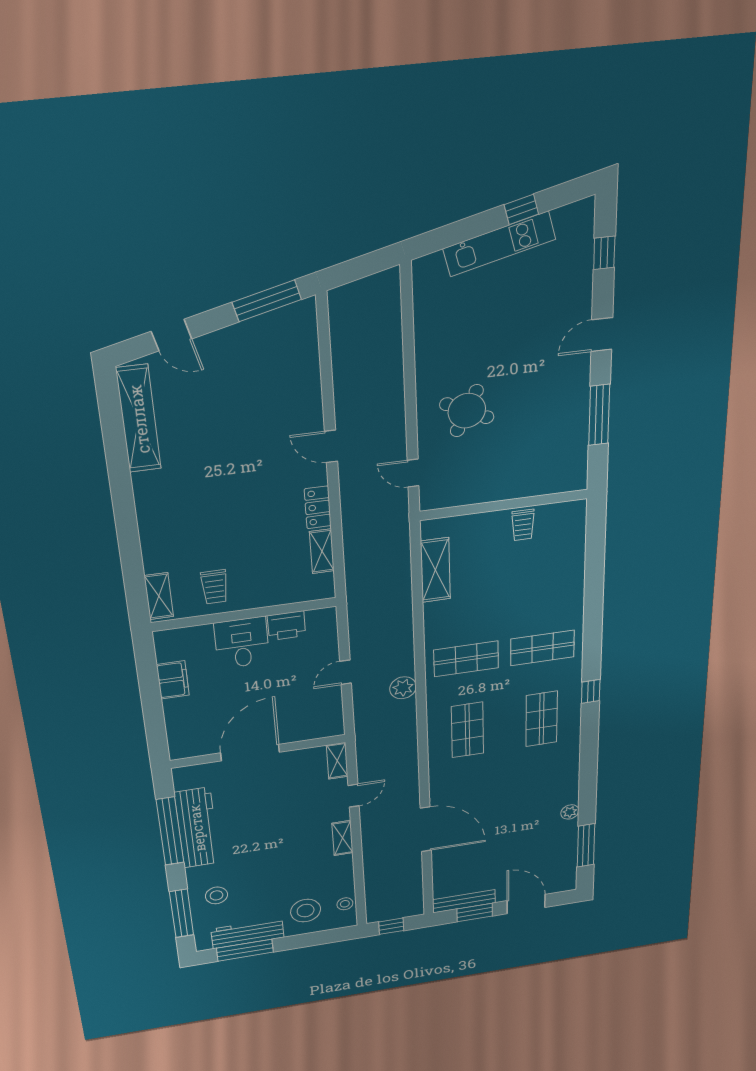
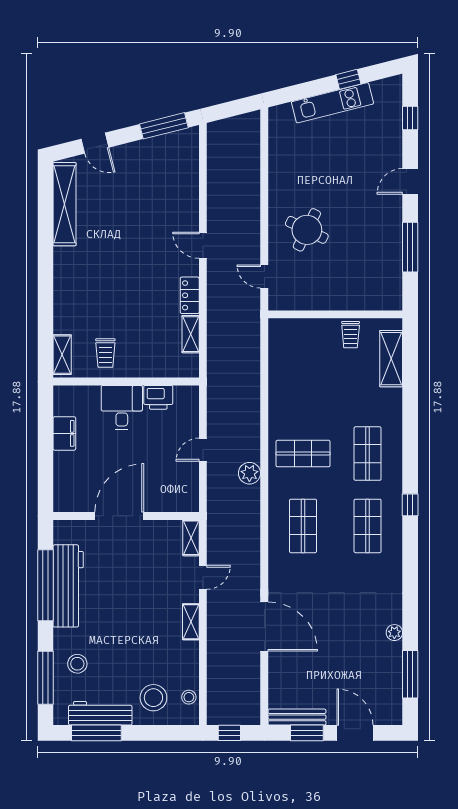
shelving: (435, 570) -> (391, 359), moved
shop shelf: (542, 648) -> (368, 454), turned 90

